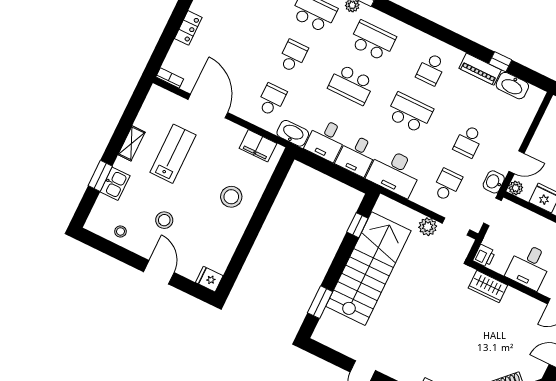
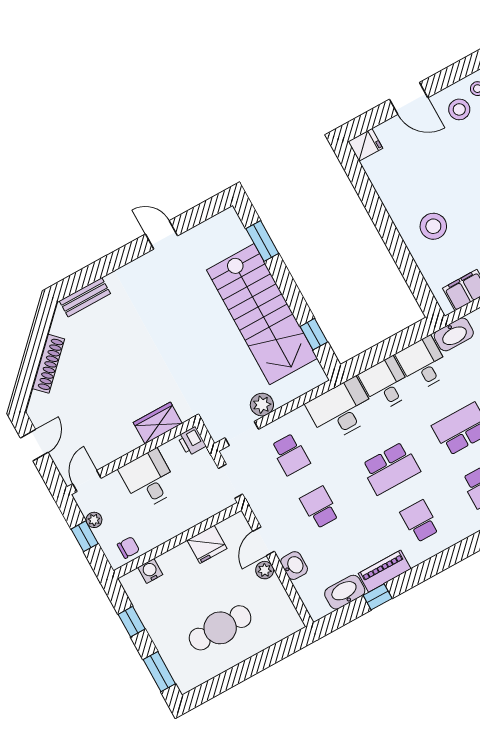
washbasin: (494, 182) -> (294, 566), moved
plant: (516, 188) -> (265, 570), moved
stool: (164, 220) -> (459, 109), moved

